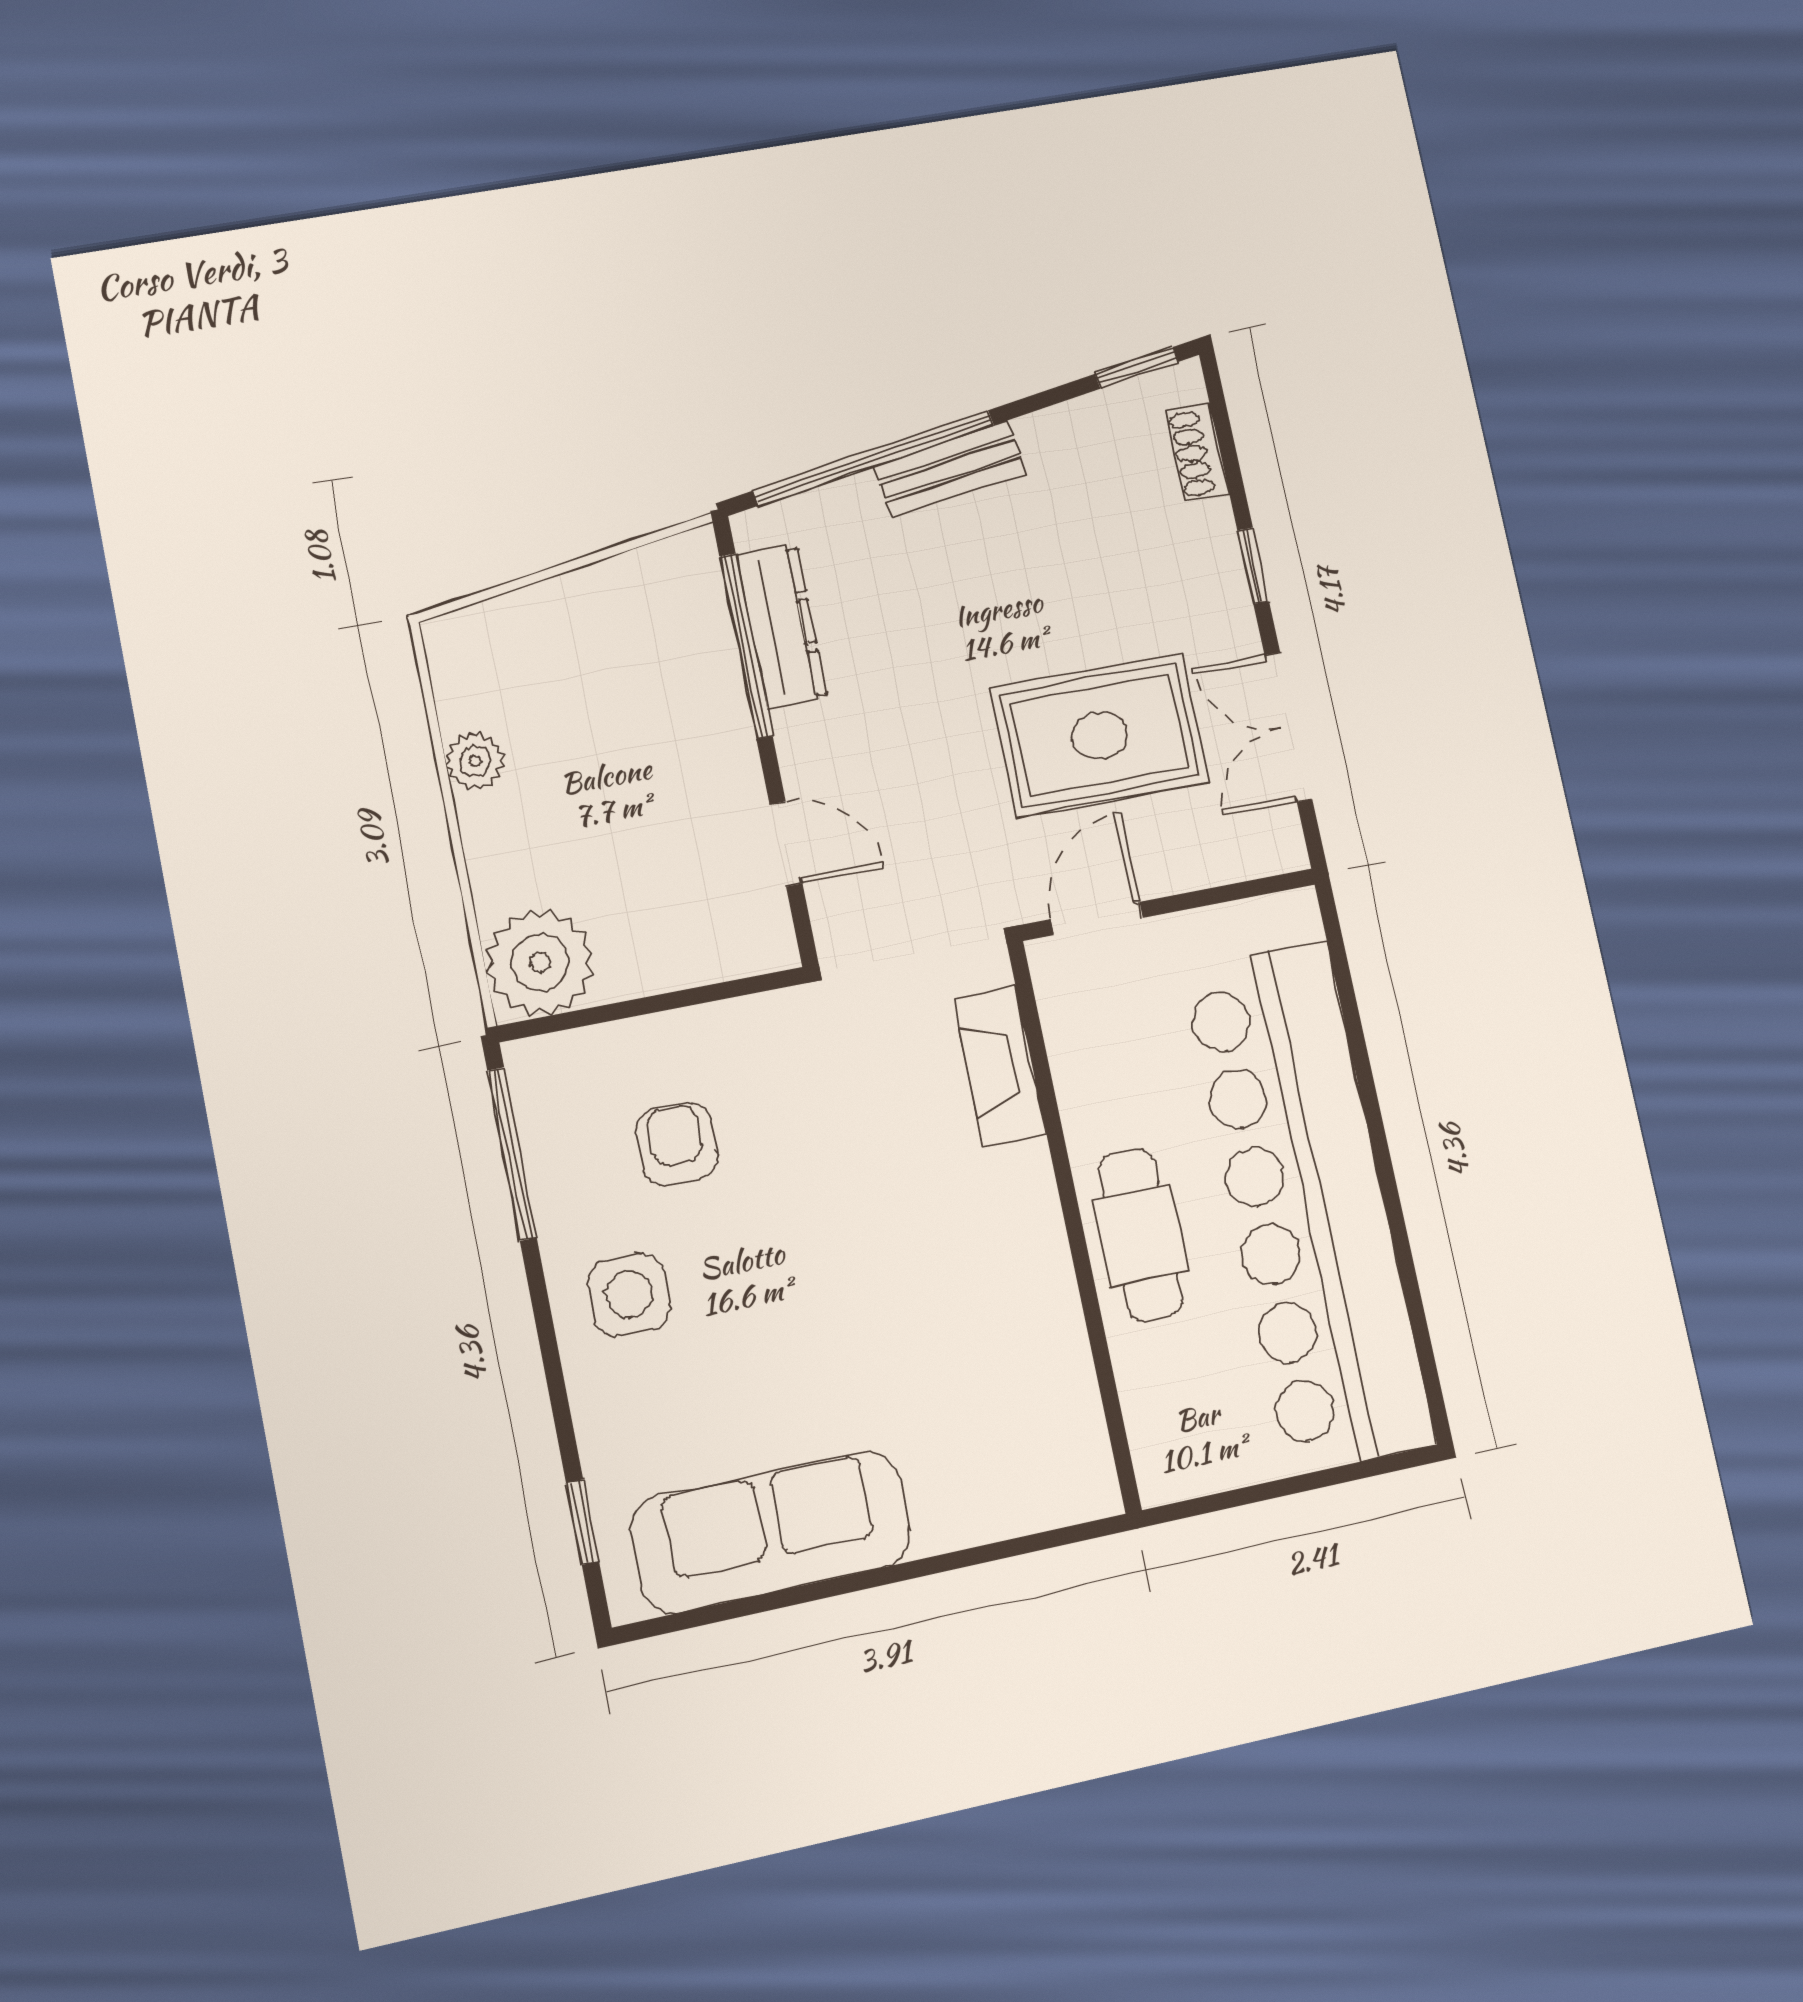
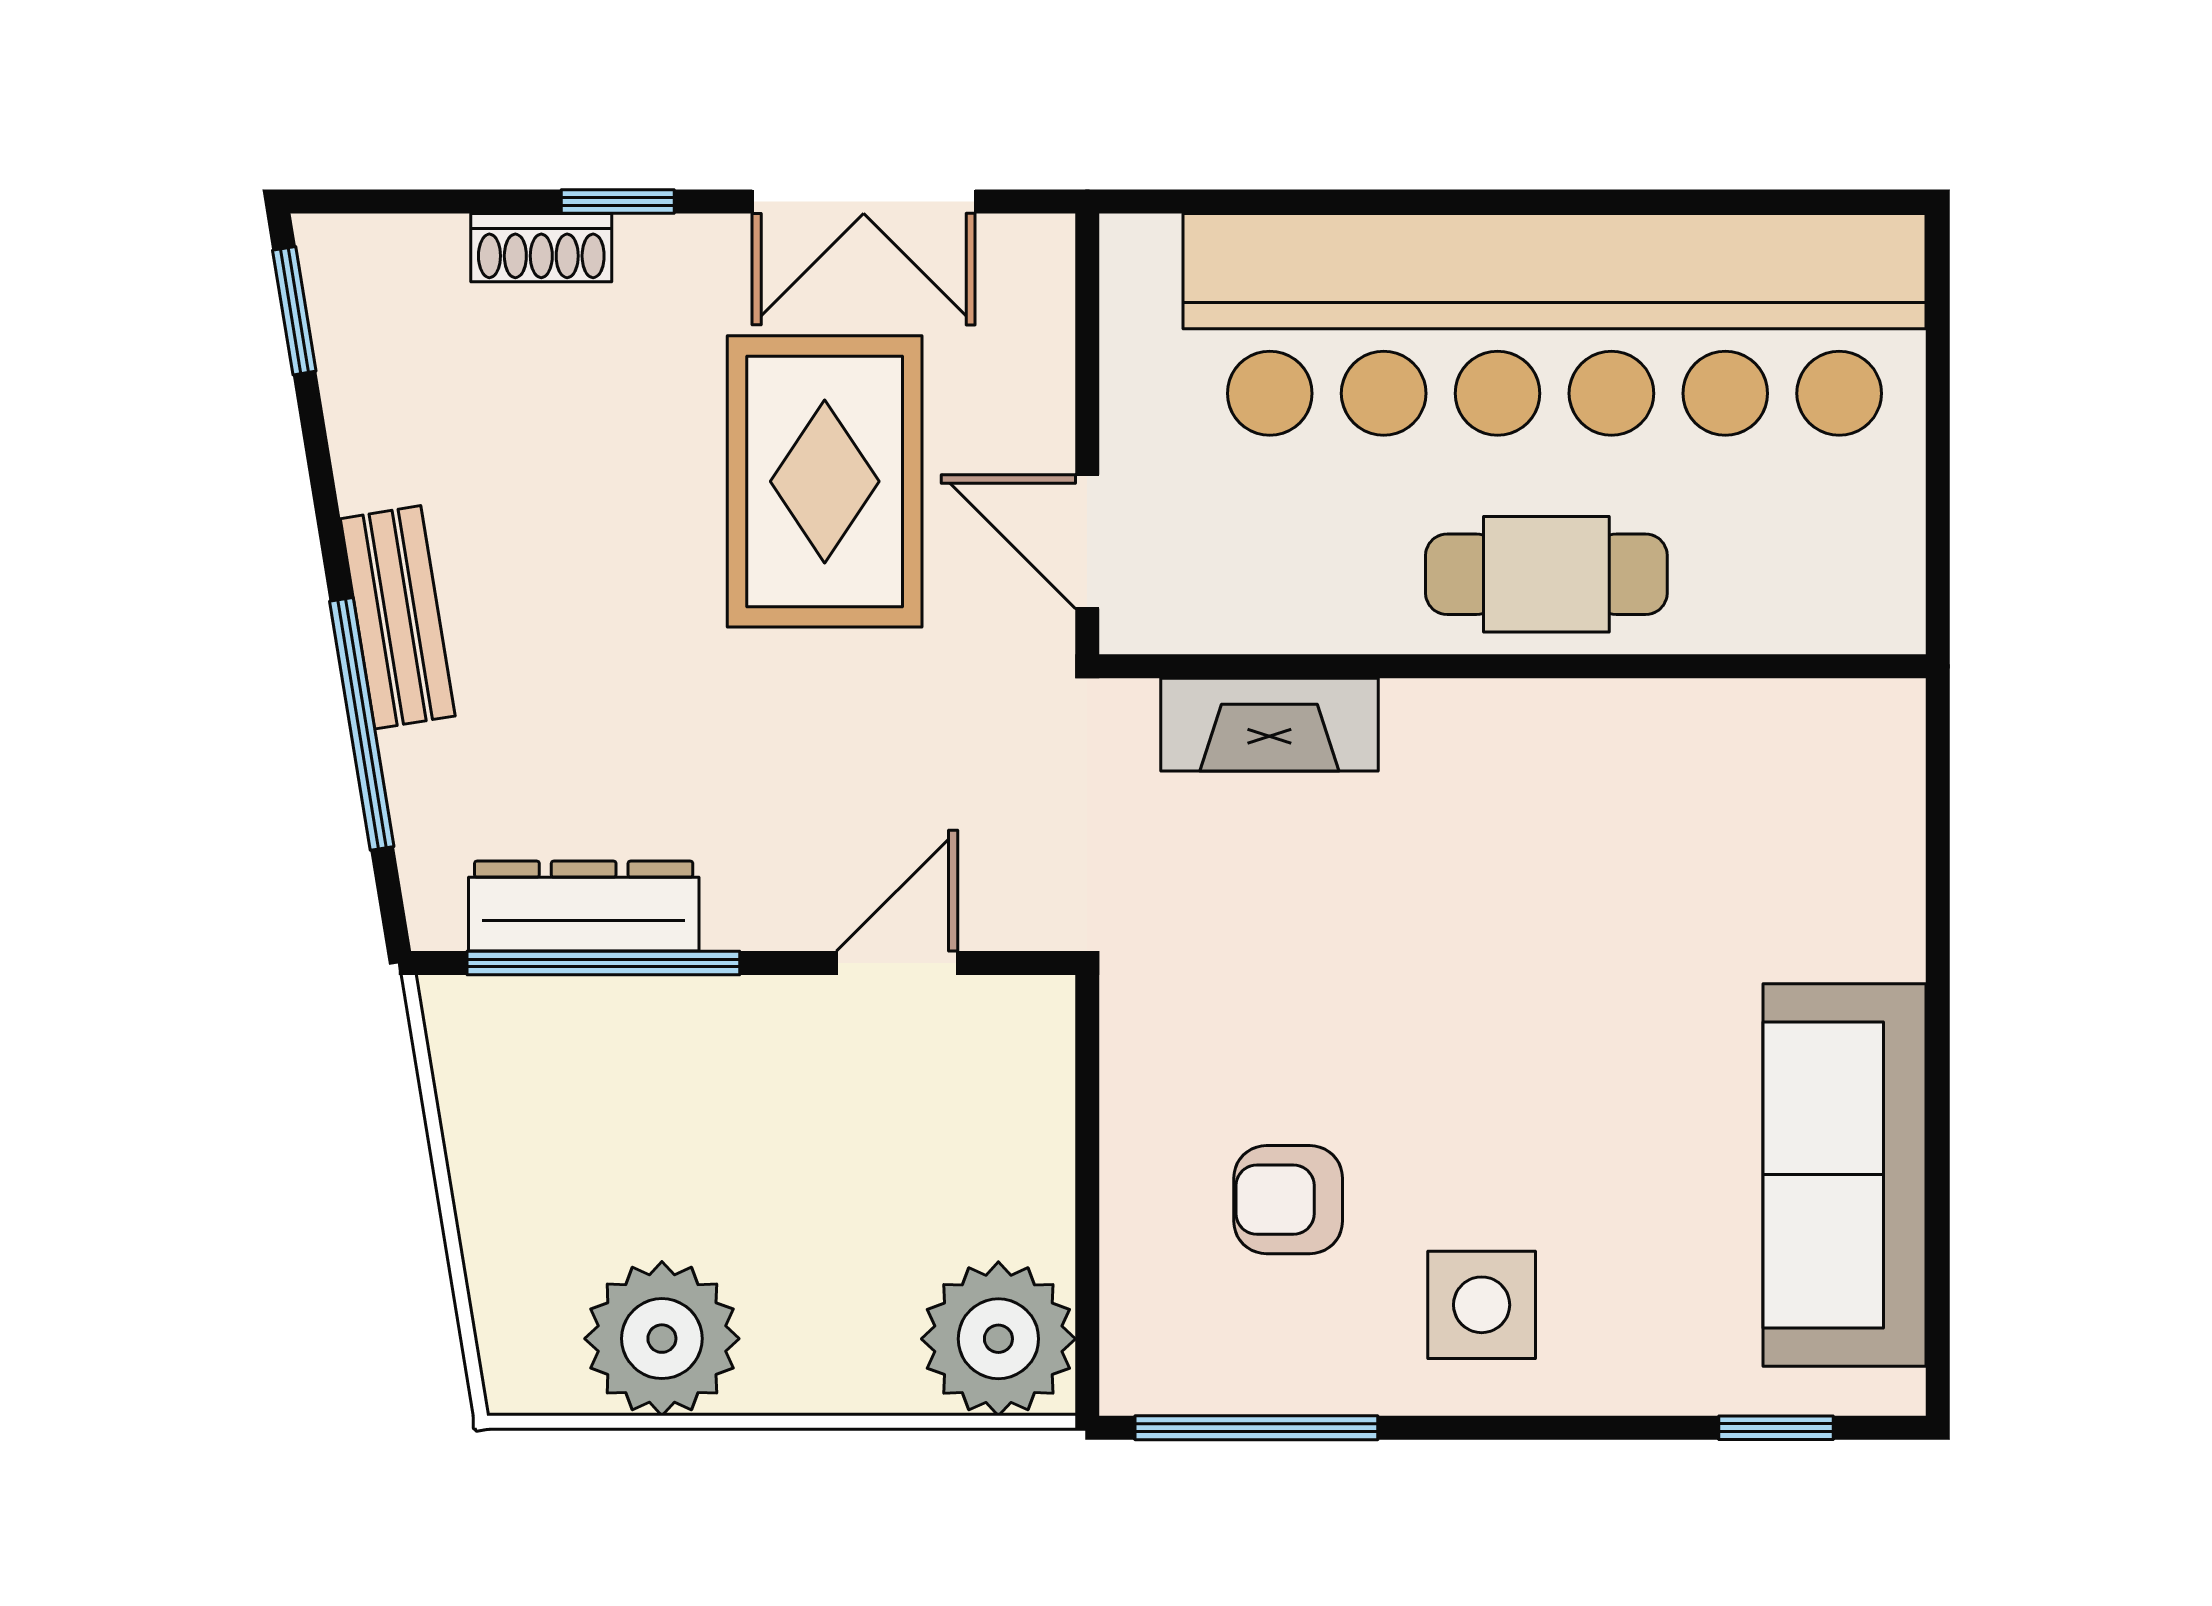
shoe rack: (1197, 453) -> (541, 248), moved
window: (874, 458) -> (362, 724), width x0.68
plant: (475, 761) -> (662, 1339), width x1.87, depth x1.87

